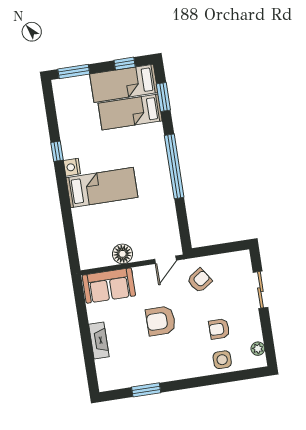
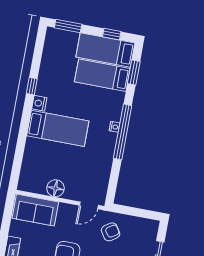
nightstand: (163, 164) -> (115, 127), added

